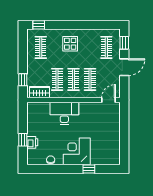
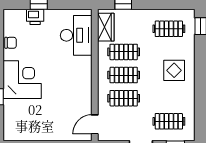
door: (109, 100) -> (95, 124), swing flipped
desk: (64, 113) -> (76, 35), moved

